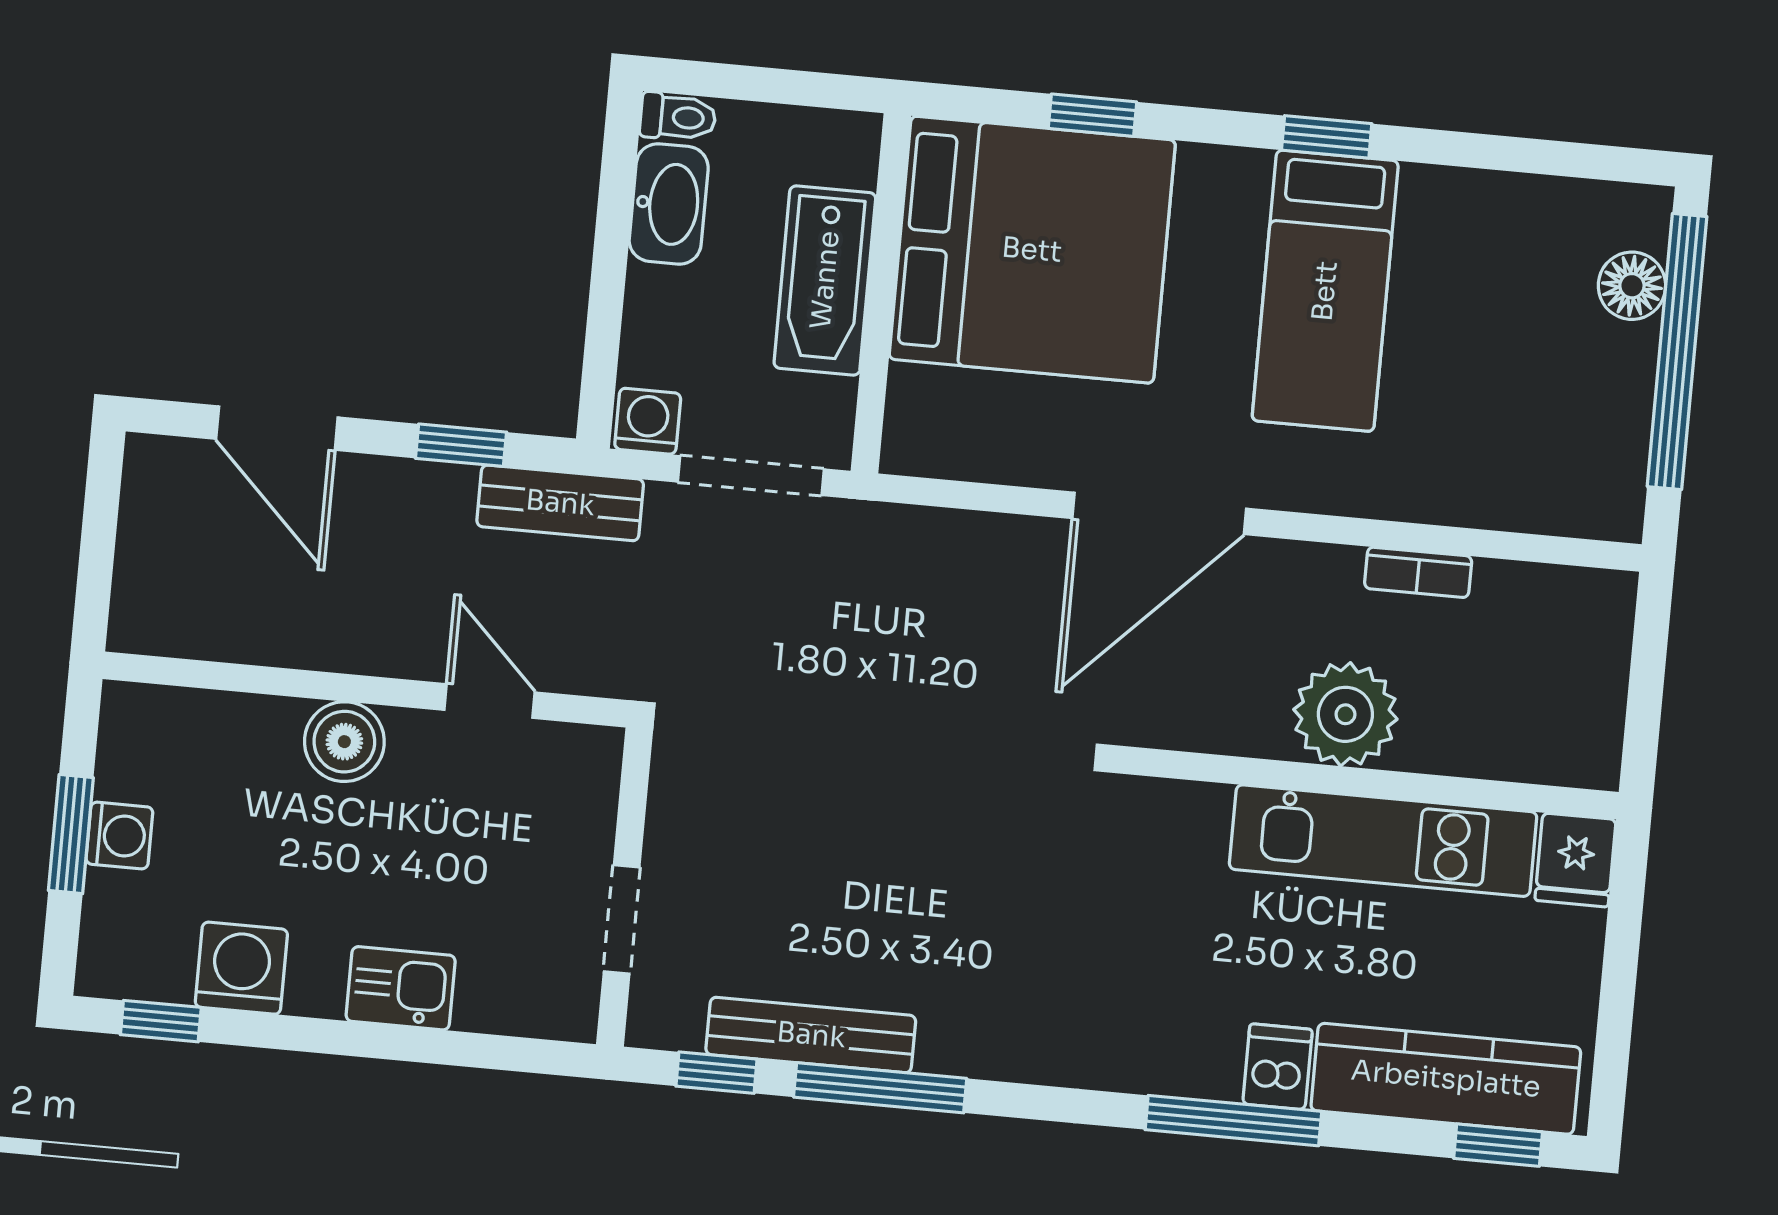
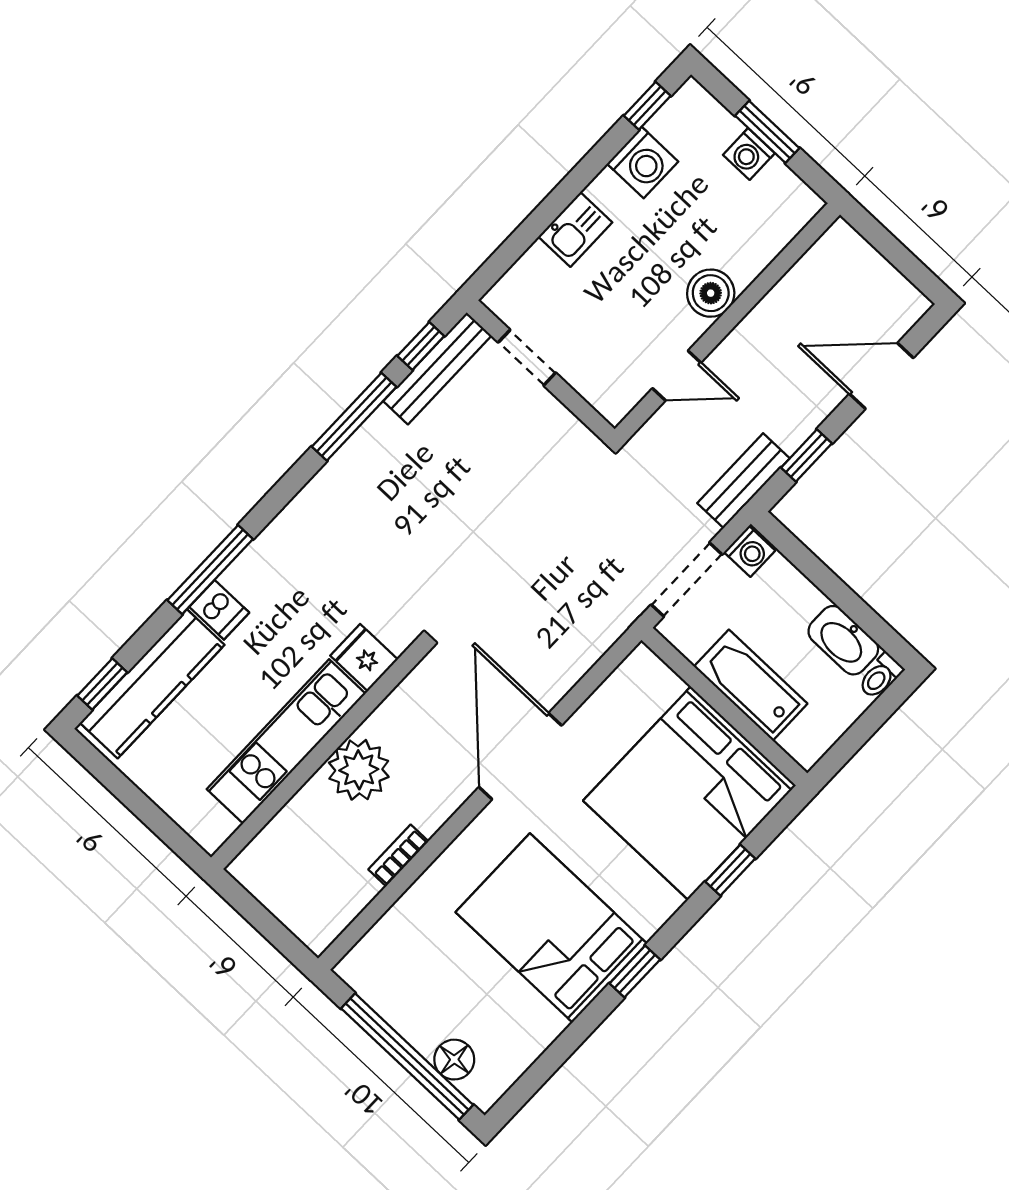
bed: (1325, 291) -> (551, 928), width x1.50
fridge: (1575, 860) -> (364, 658), moved
bench: (811, 1035) -> (437, 368), moved

